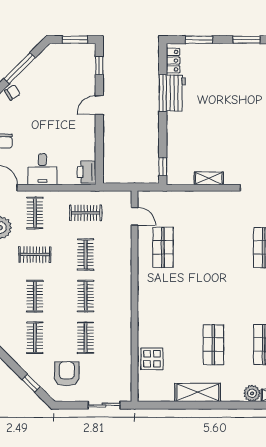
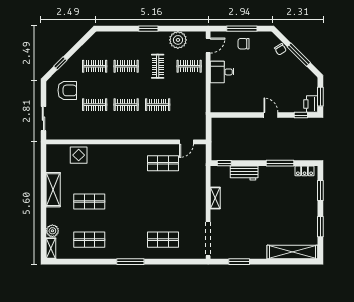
workbench: (176, 93) -> (244, 173), moved
printer: (86, 172) -> (311, 104), moved, turned -90
clothes rail: (86, 213) -> (189, 105), removed

